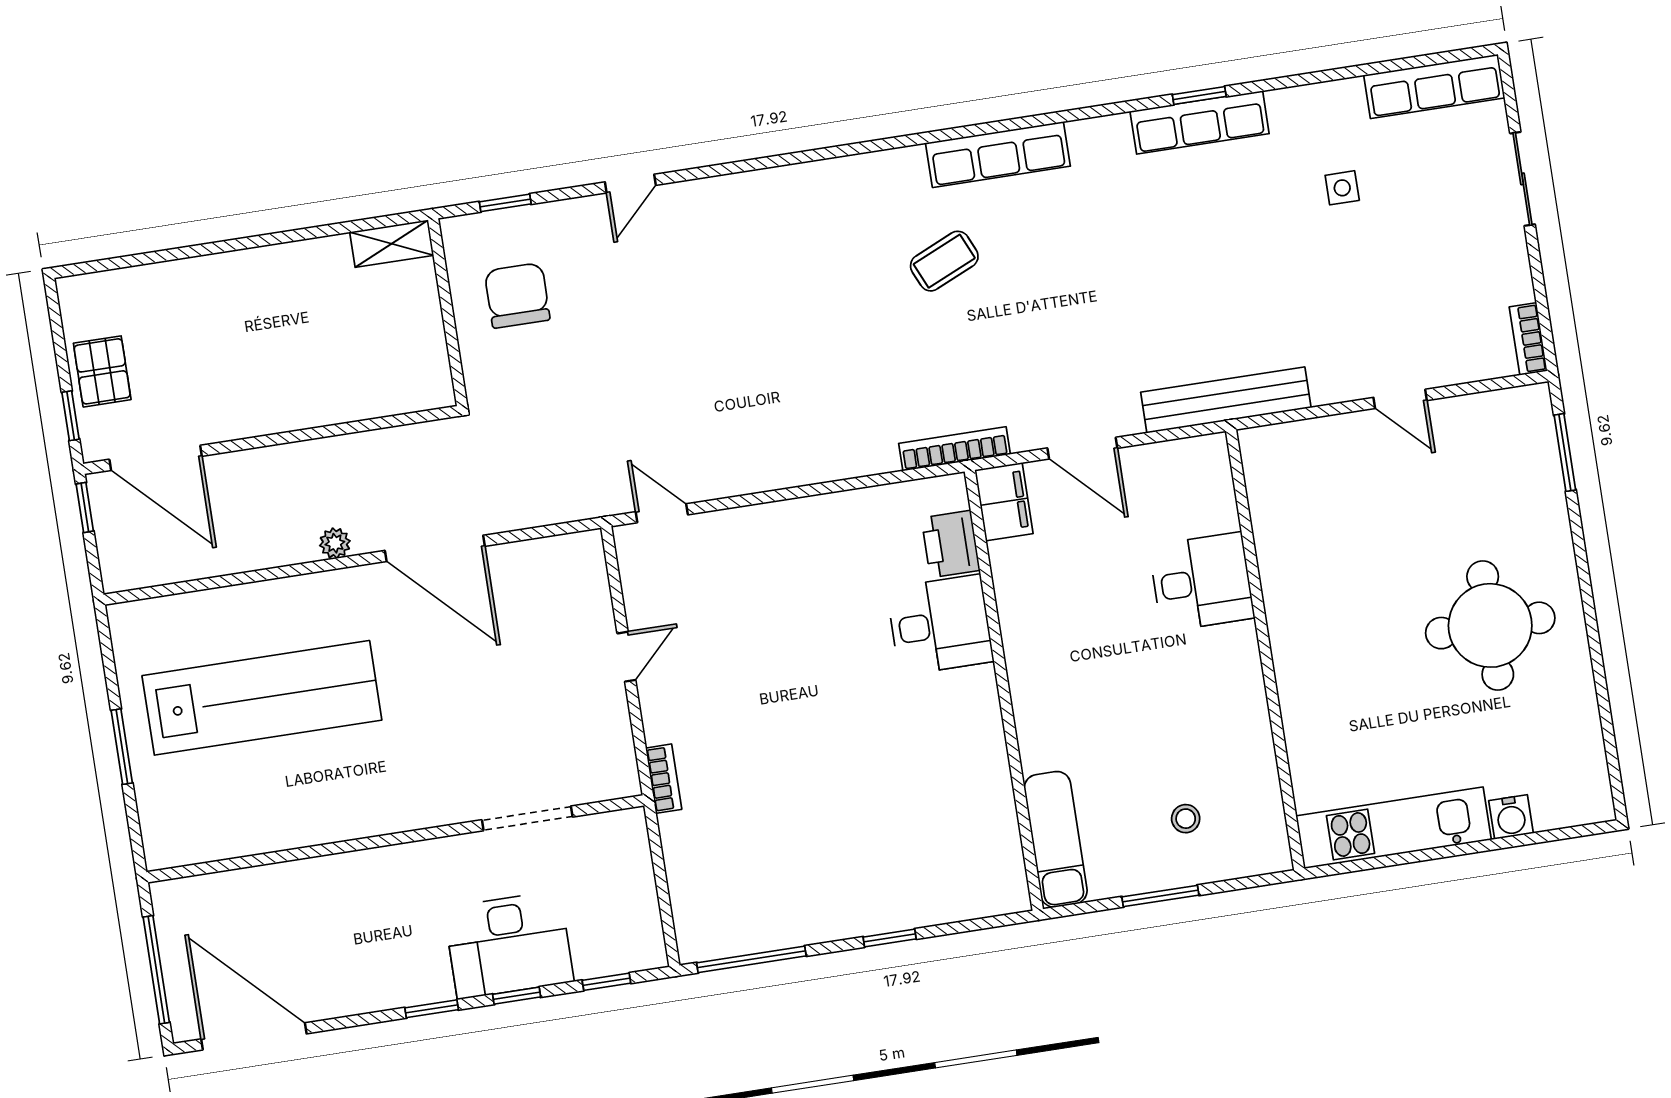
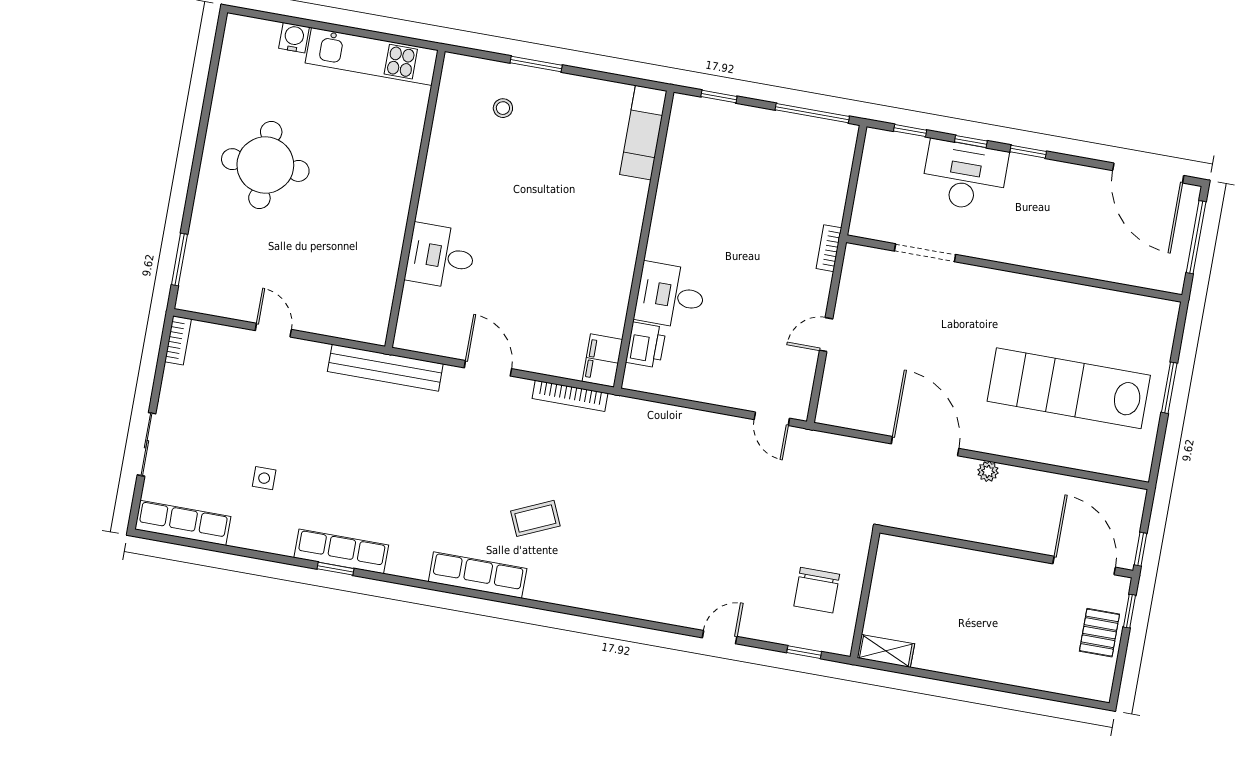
filing cabinet: (1004, 502) -> (602, 360), moved
printer: (951, 544) -> (646, 345), moved
desk: (940, 625) -> (670, 296), moved
wall: (1004, 690) -> (644, 240), moved
exam couch: (1056, 839) -> (643, 133), moved

